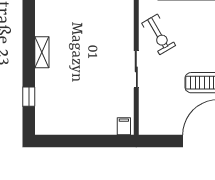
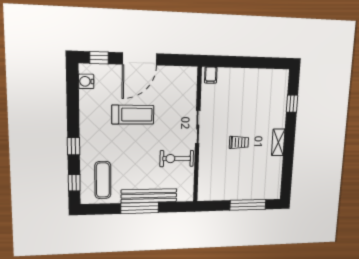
exercise bike: (159, 34) -> (177, 159), turned -60
trolley: (88, 52) -> (239, 142), added

